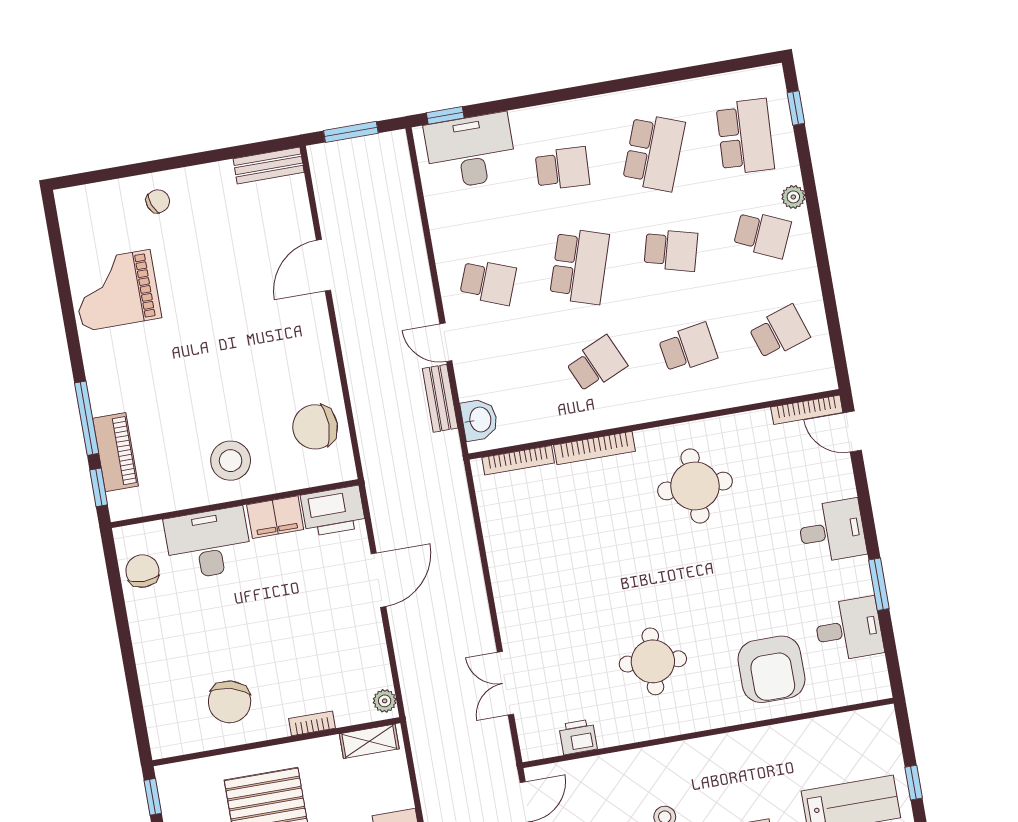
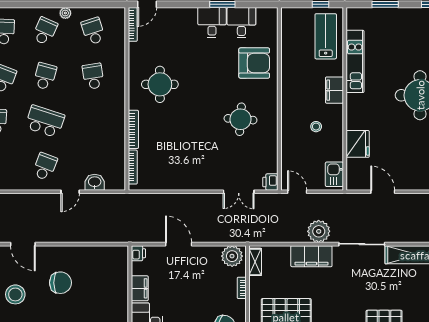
plant: (793, 197) -> (65, 13), moved
school desk: (597, 364) -> (93, 121), removed
bench: (440, 398) -> (97, 199), removed
washbasin: (479, 420) -> (95, 182), moved
chair: (315, 427) -> (60, 283), moved, turned -90
stool: (231, 461) -> (15, 294), moved
printer: (333, 511) -> (138, 253), width x0.53, depth x0.68
desk: (832, 531) -> (212, 22), moved
plant: (385, 701) -> (232, 256), width x1.88, depth x1.88
printer: (578, 737) -> (270, 182), moved

